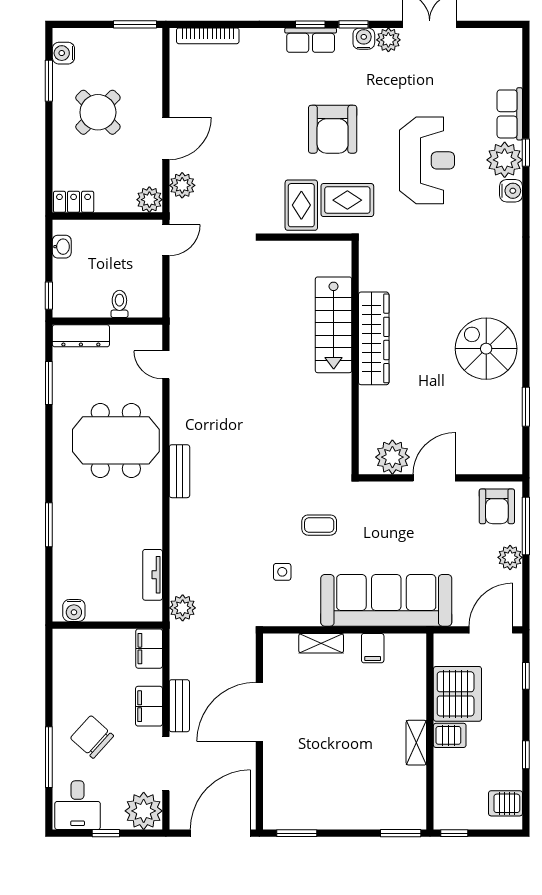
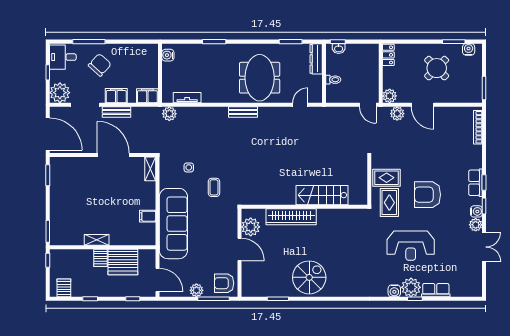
washbasin: (62, 247) -> (339, 49), moved
wardrobe: (374, 338) -> (291, 217), moved
shelving: (321, 643) -> (150, 169), moved

